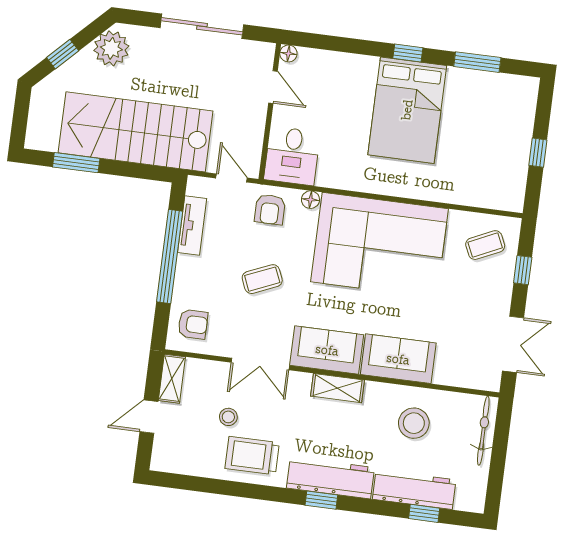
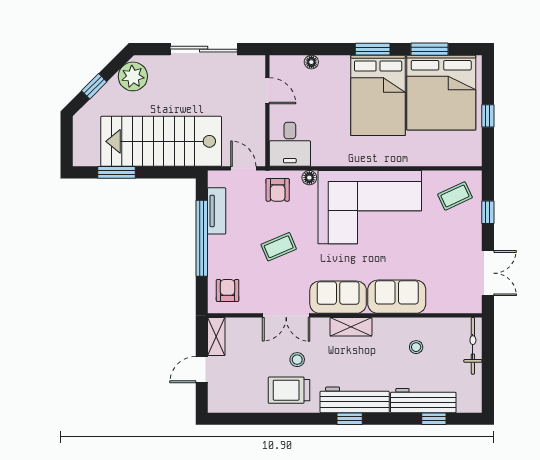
window: (408, 53) -> (373, 49), width x1.50
floor lamp: (288, 54) -> (311, 62), moved
bed: (485, 117) -> (441, 93), added
armchair: (193, 324) -> (228, 290), turned -90
stool: (228, 417) -> (297, 360), moved
stool: (414, 423) -> (416, 347), width x0.53, depth x0.53

